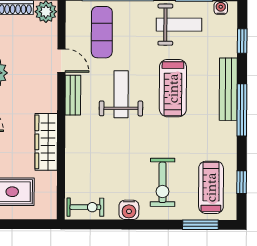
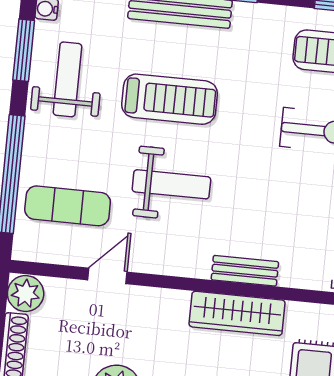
weight bench: (121, 94) -> (171, 184), turned 180
bench: (73, 95) -> (245, 271), moved

